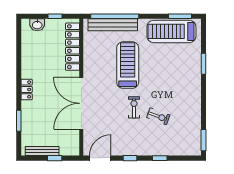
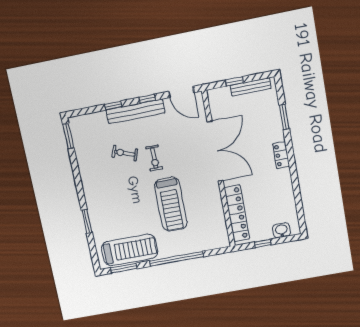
window: (115, 16) -> (176, 259), moved
bench: (113, 25) -> (135, 111), moved
door: (100, 158) -> (181, 92), hinge flipped

